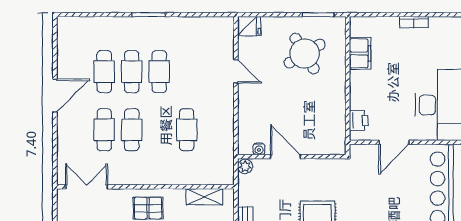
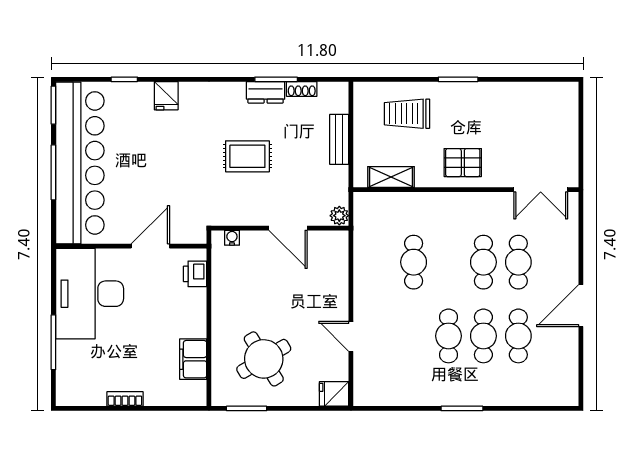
water cooler: (259, 149) -> (232, 238), moved

